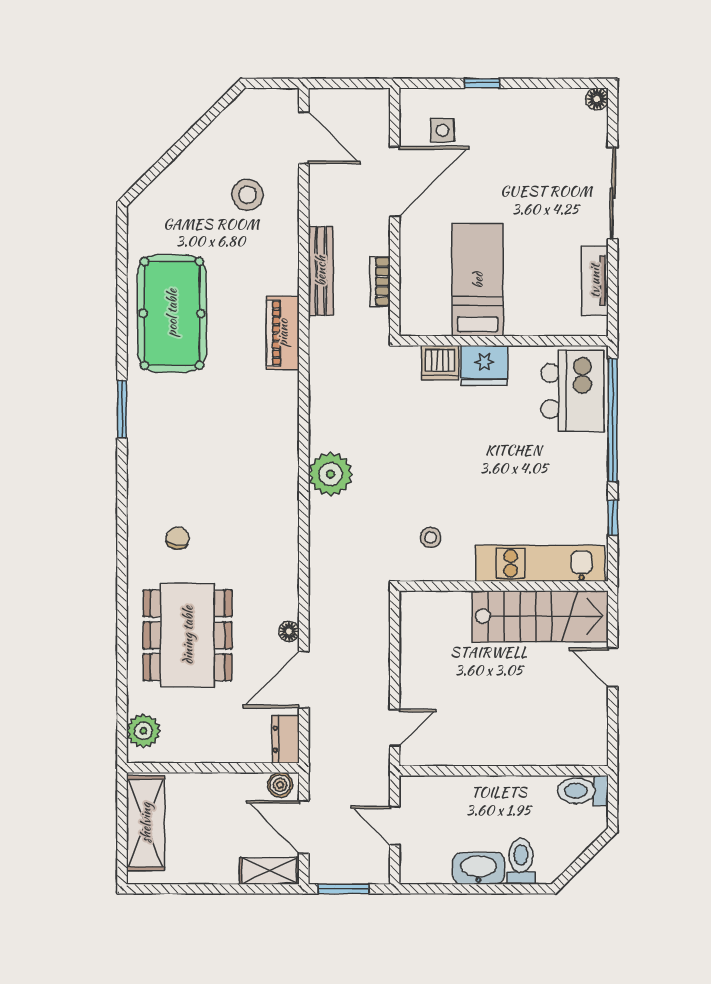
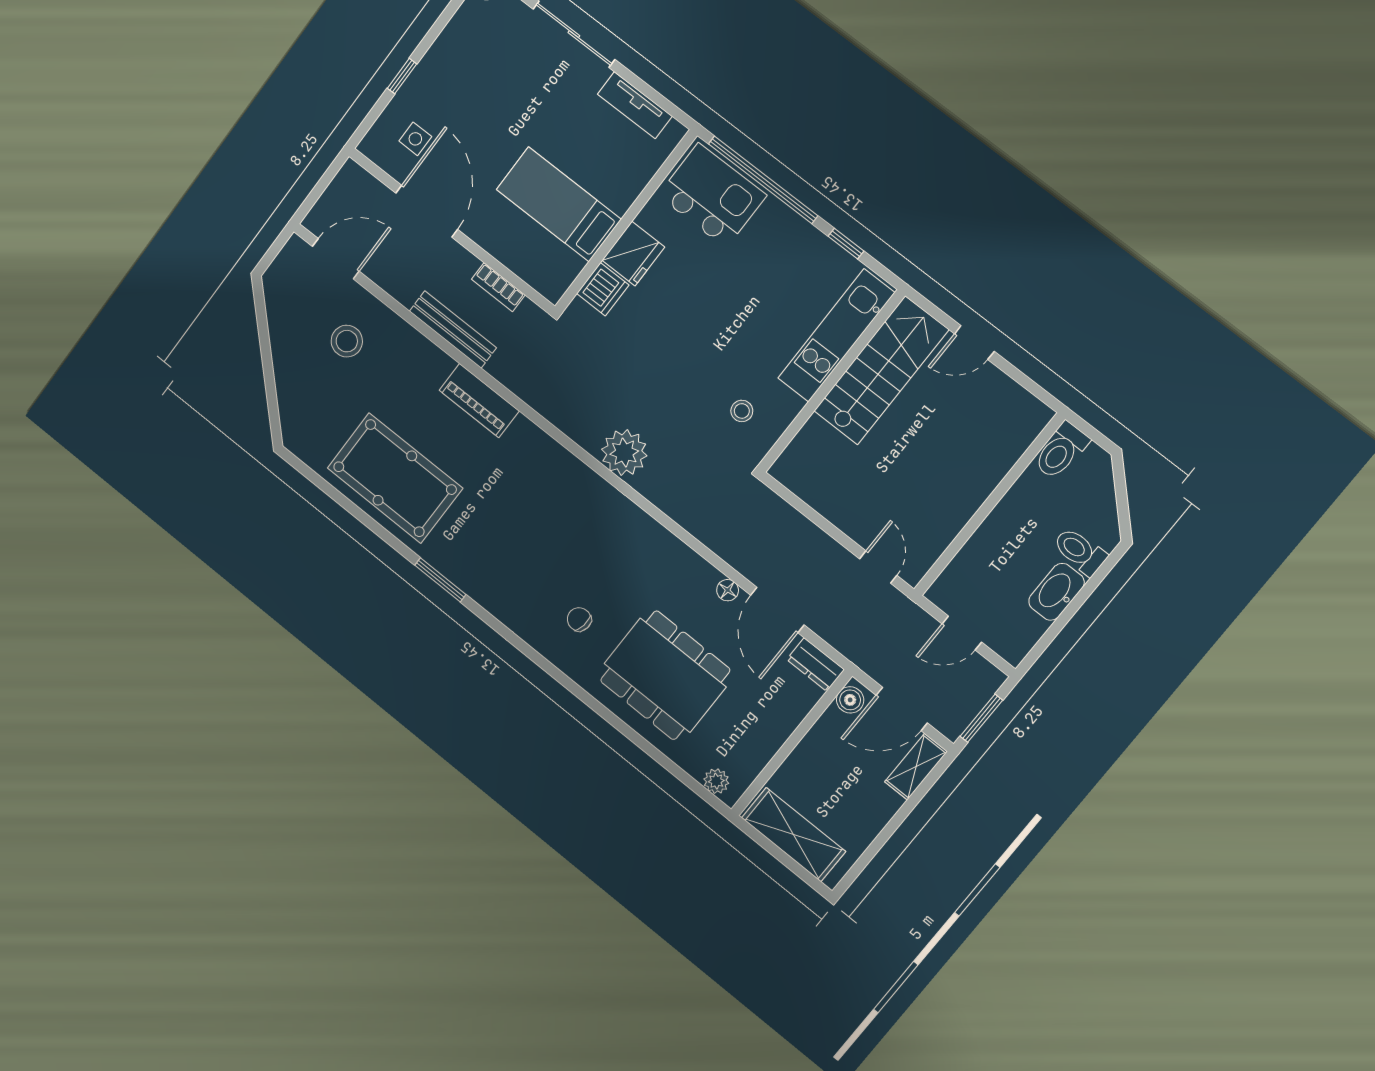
plant: (143, 731) -> (716, 781), width x0.73, depth x0.73

